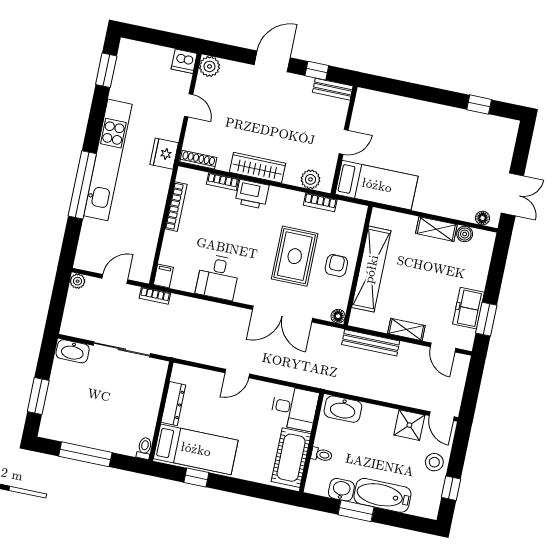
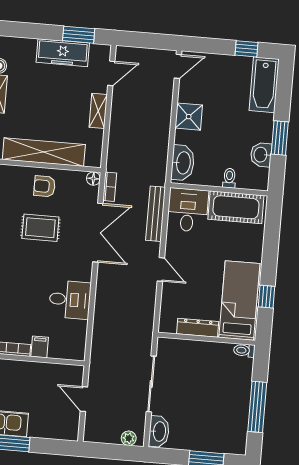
rug: (295, 256) -> (40, 228), width x0.73, depth x0.70
filing cabinet: (163, 276) -> (40, 347), moved, turned 90
plant: (78, 281) -> (129, 438), moved
bookcase: (155, 296) -> (110, 187), moved
freezer: (468, 308) -> (63, 53), width x1.40
bench: (371, 343) -> (156, 214), moved
shower: (409, 425) -> (189, 117), moved
stool: (434, 462) -> (223, 68), removed
bathtub: (382, 495) -> (264, 85), moved

